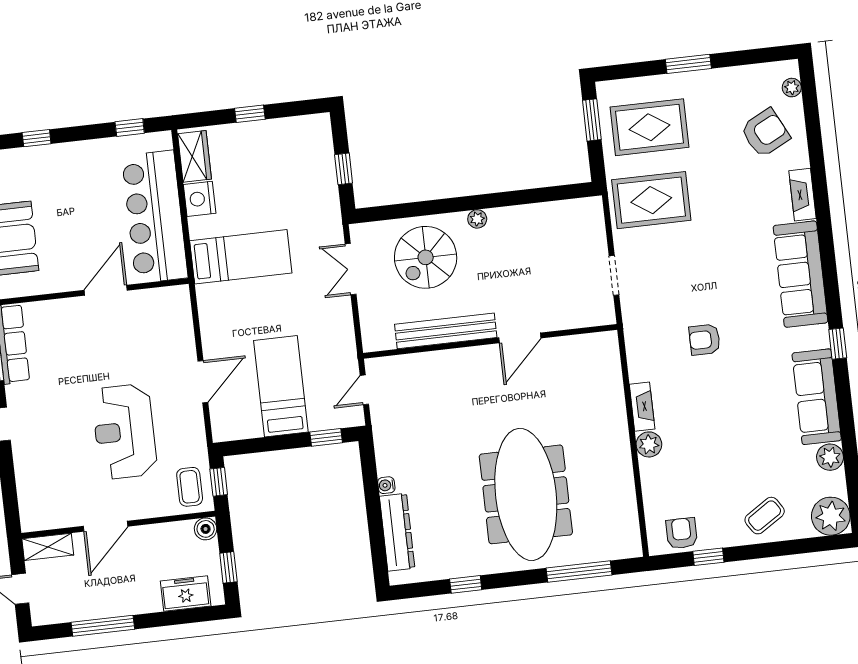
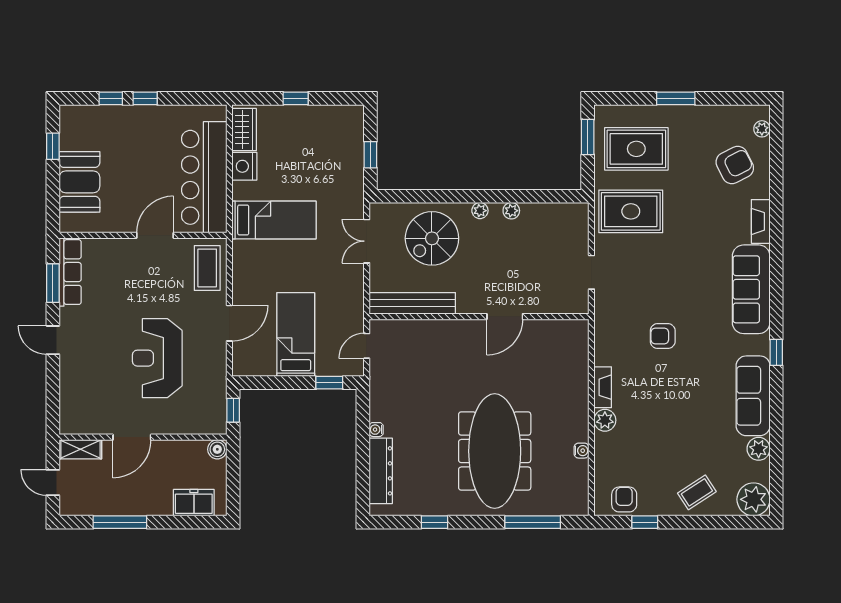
window: (130, 127) -> (145, 98), moved
plant: (513, 215) -> (511, 211), added
bench: (446, 331) -> (412, 303), moved
water cooler: (626, 483) -> (582, 451), added
coffee table: (190, 487) -> (207, 268), moved, width x1.36, depth x1.30
window: (228, 567) -> (233, 484), removed

